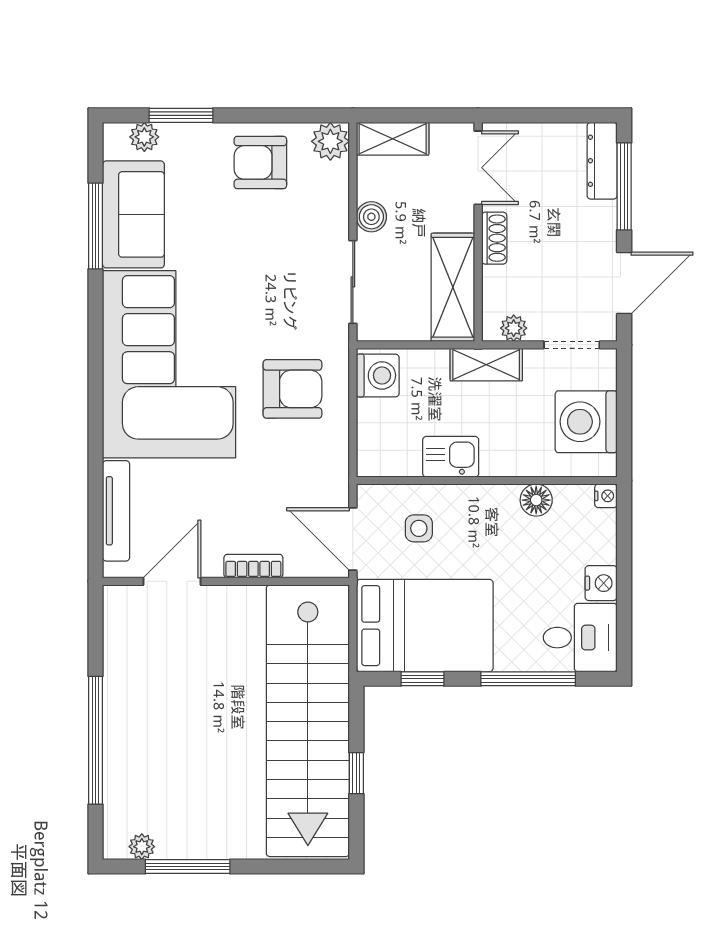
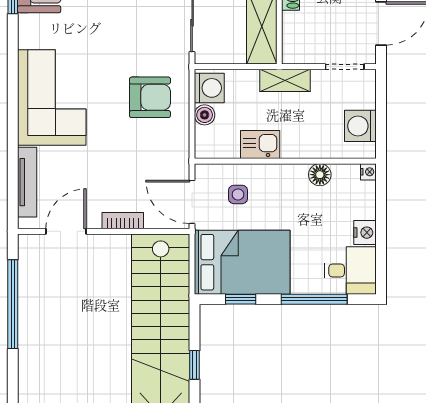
plant: (514, 328) -> (304, 55), removed
corner sofa: (169, 364) -> (52, 97), width x0.73, depth x0.74
boiler: (371, 414) -> (205, 115), added
washing machine: (586, 422) -> (360, 126), width x0.73, depth x0.73
window: (96, 740) -> (13, 304), moved

